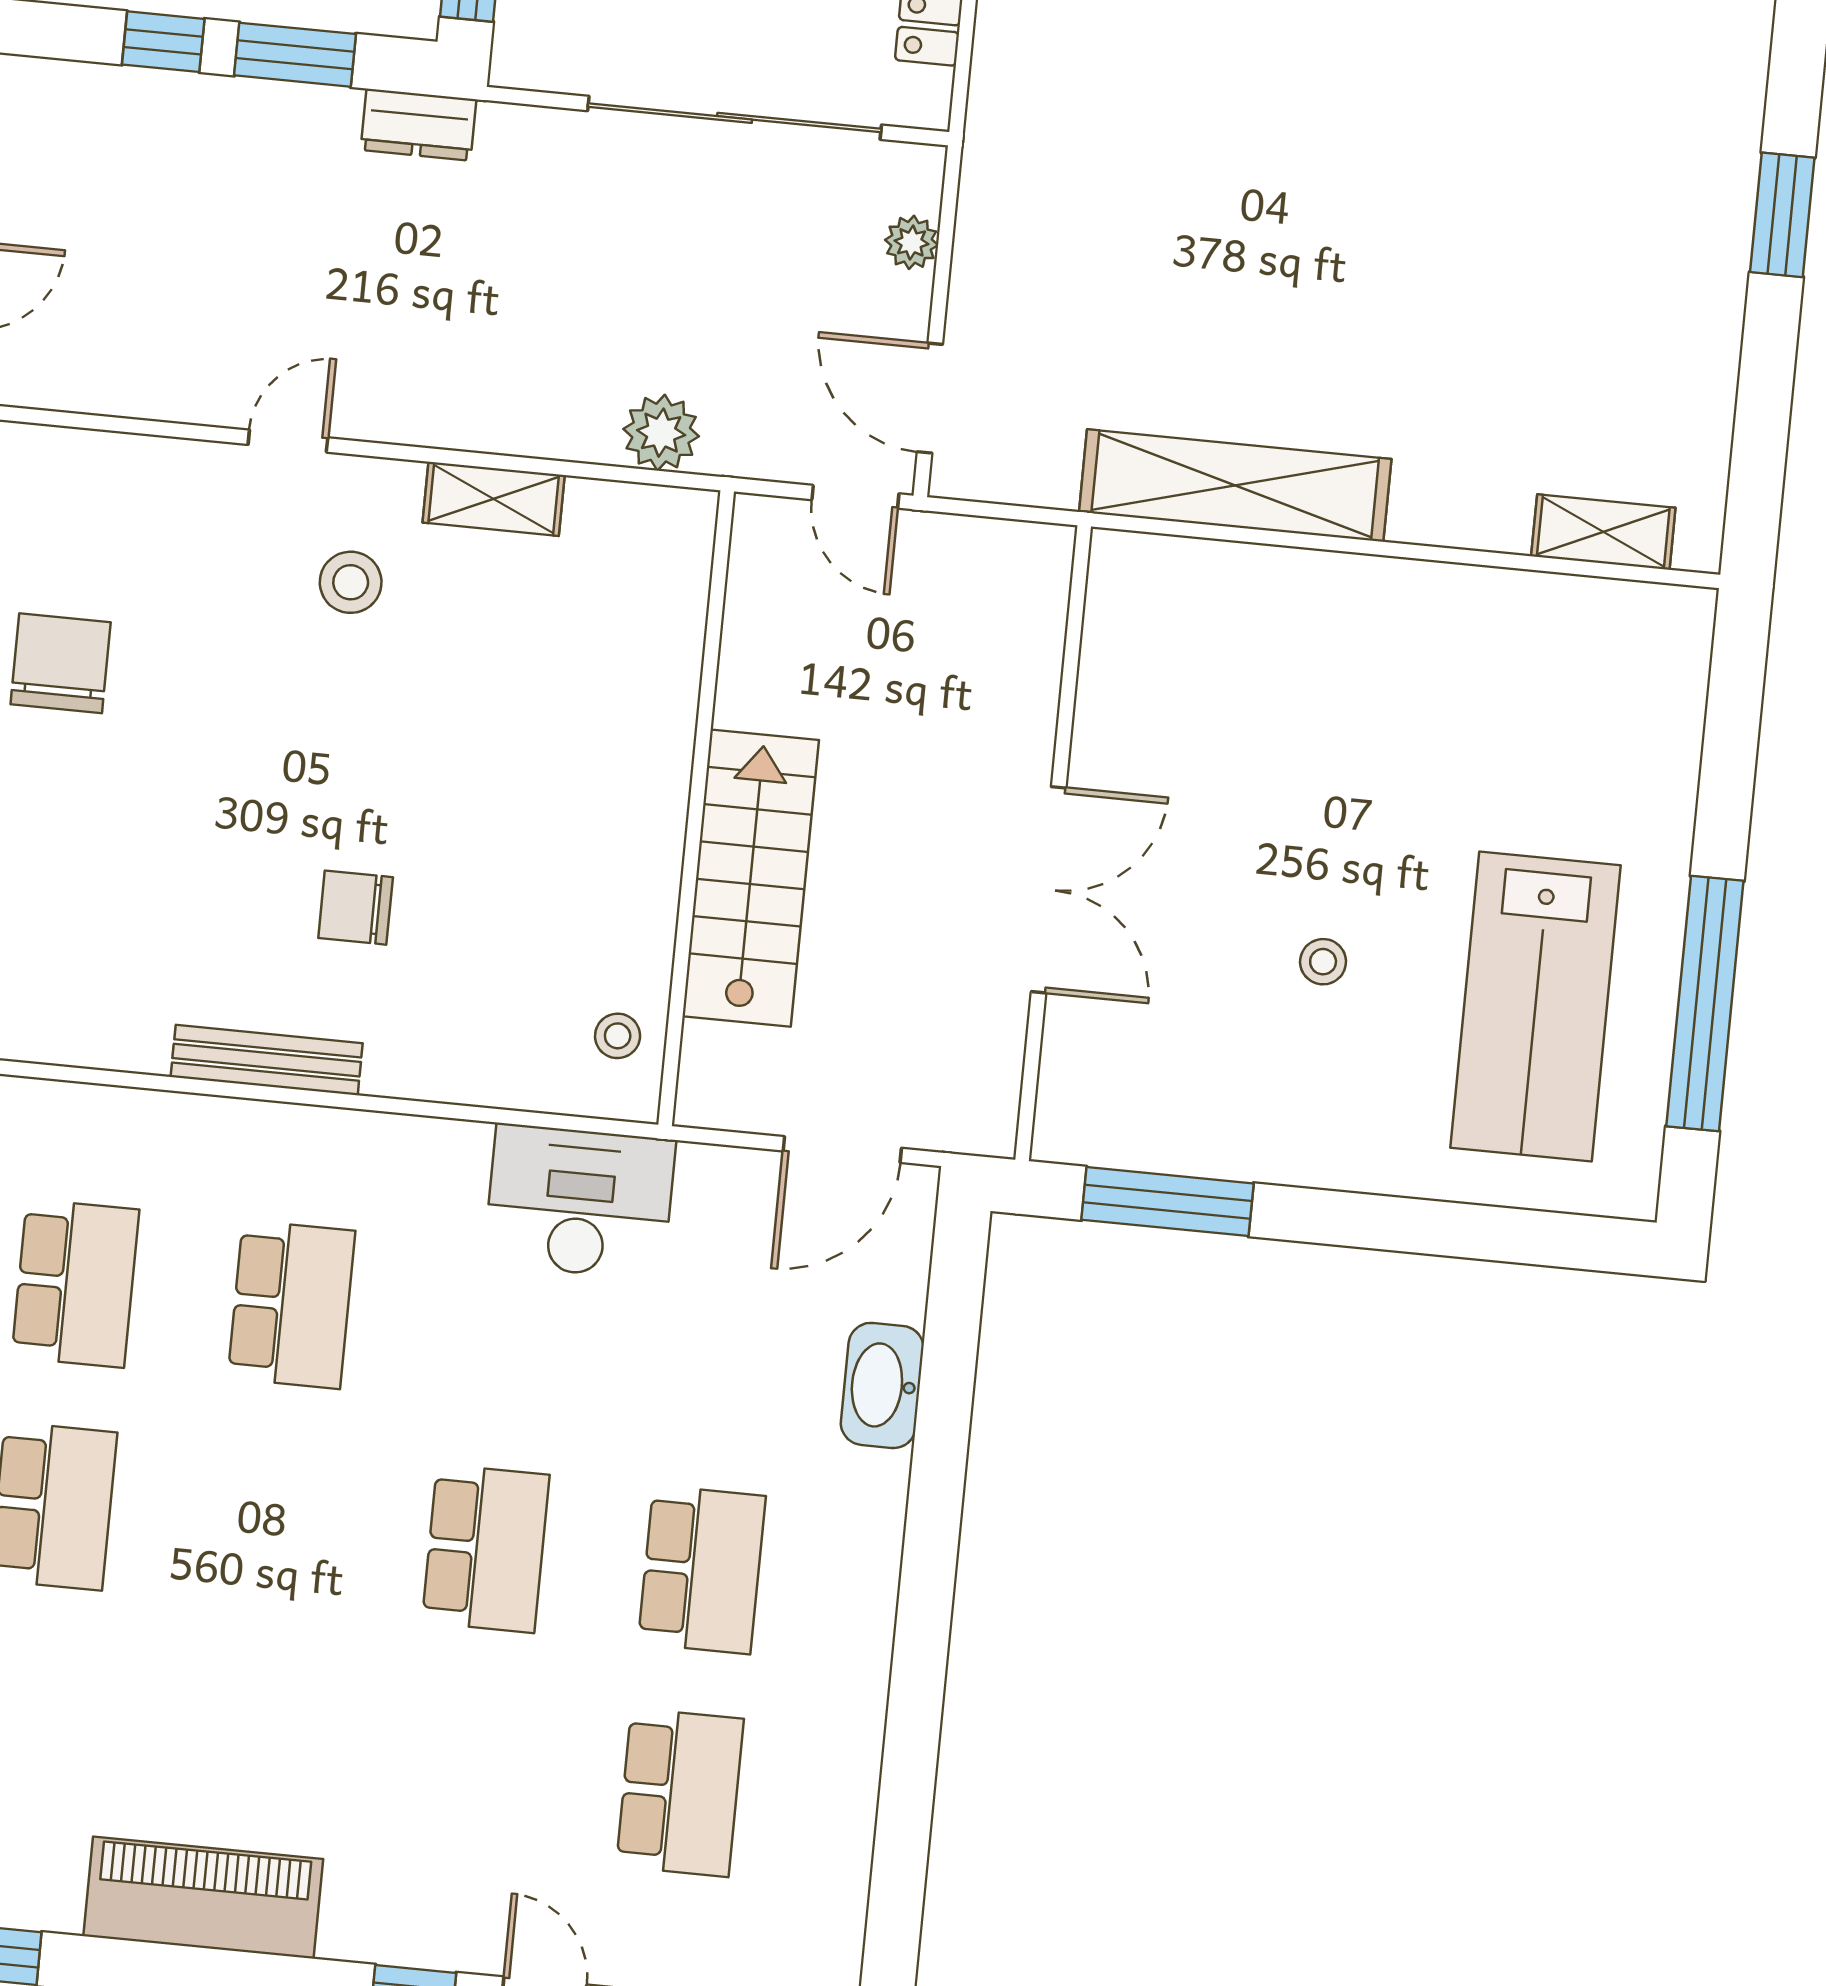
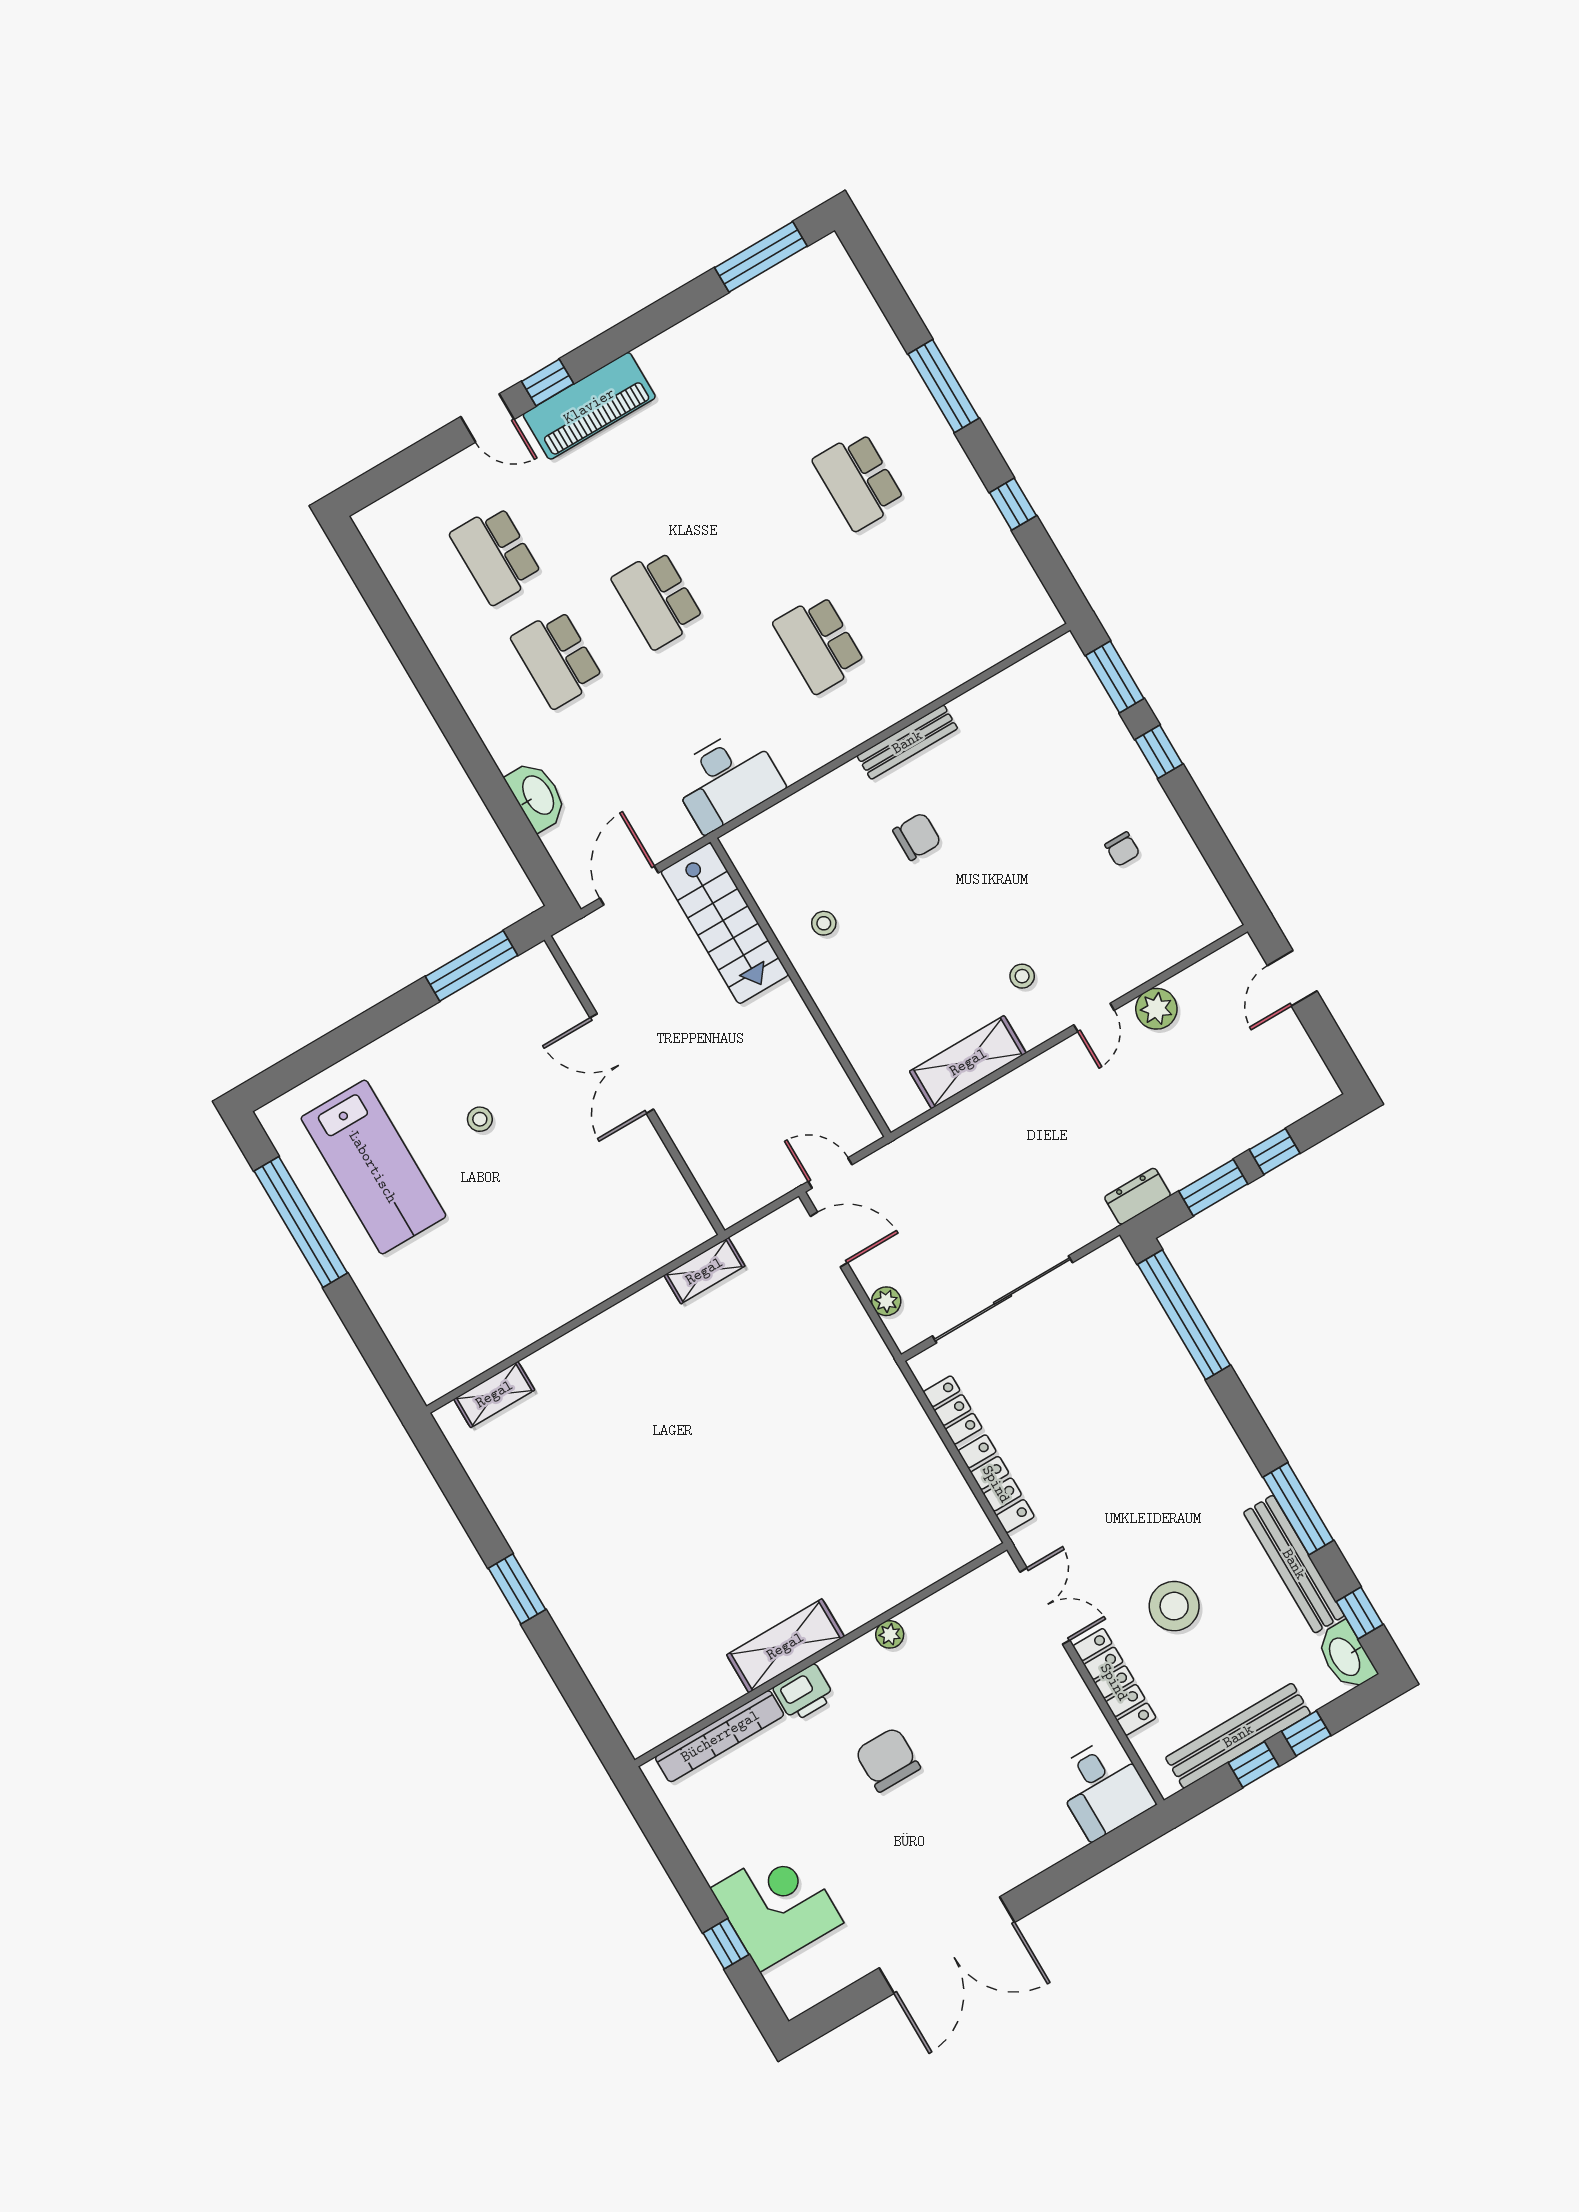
plant: (661, 433) -> (1156, 1009), moved
shelving: (1235, 485) -> (704, 1271), width x0.45, depth x0.75
shelving: (494, 499) -> (968, 1062), width x1.50, depth x1.33
stool: (351, 582) -> (1022, 976), width x0.73, depth x0.73
chair: (61, 663) -> (1122, 849), width x0.54, depth x0.54
stairs: (751, 878) -> (725, 923), moved
lab bench: (1535, 1007) -> (373, 1167), turned 180
stool: (618, 1036) -> (824, 923), moved
school desk: (75, 1283) -> (920, 585), removed
piano: (203, 1898) -> (589, 406), moved

